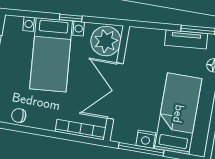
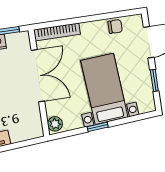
plant: (106, 41) -> (55, 124), width x0.53, depth x0.53

